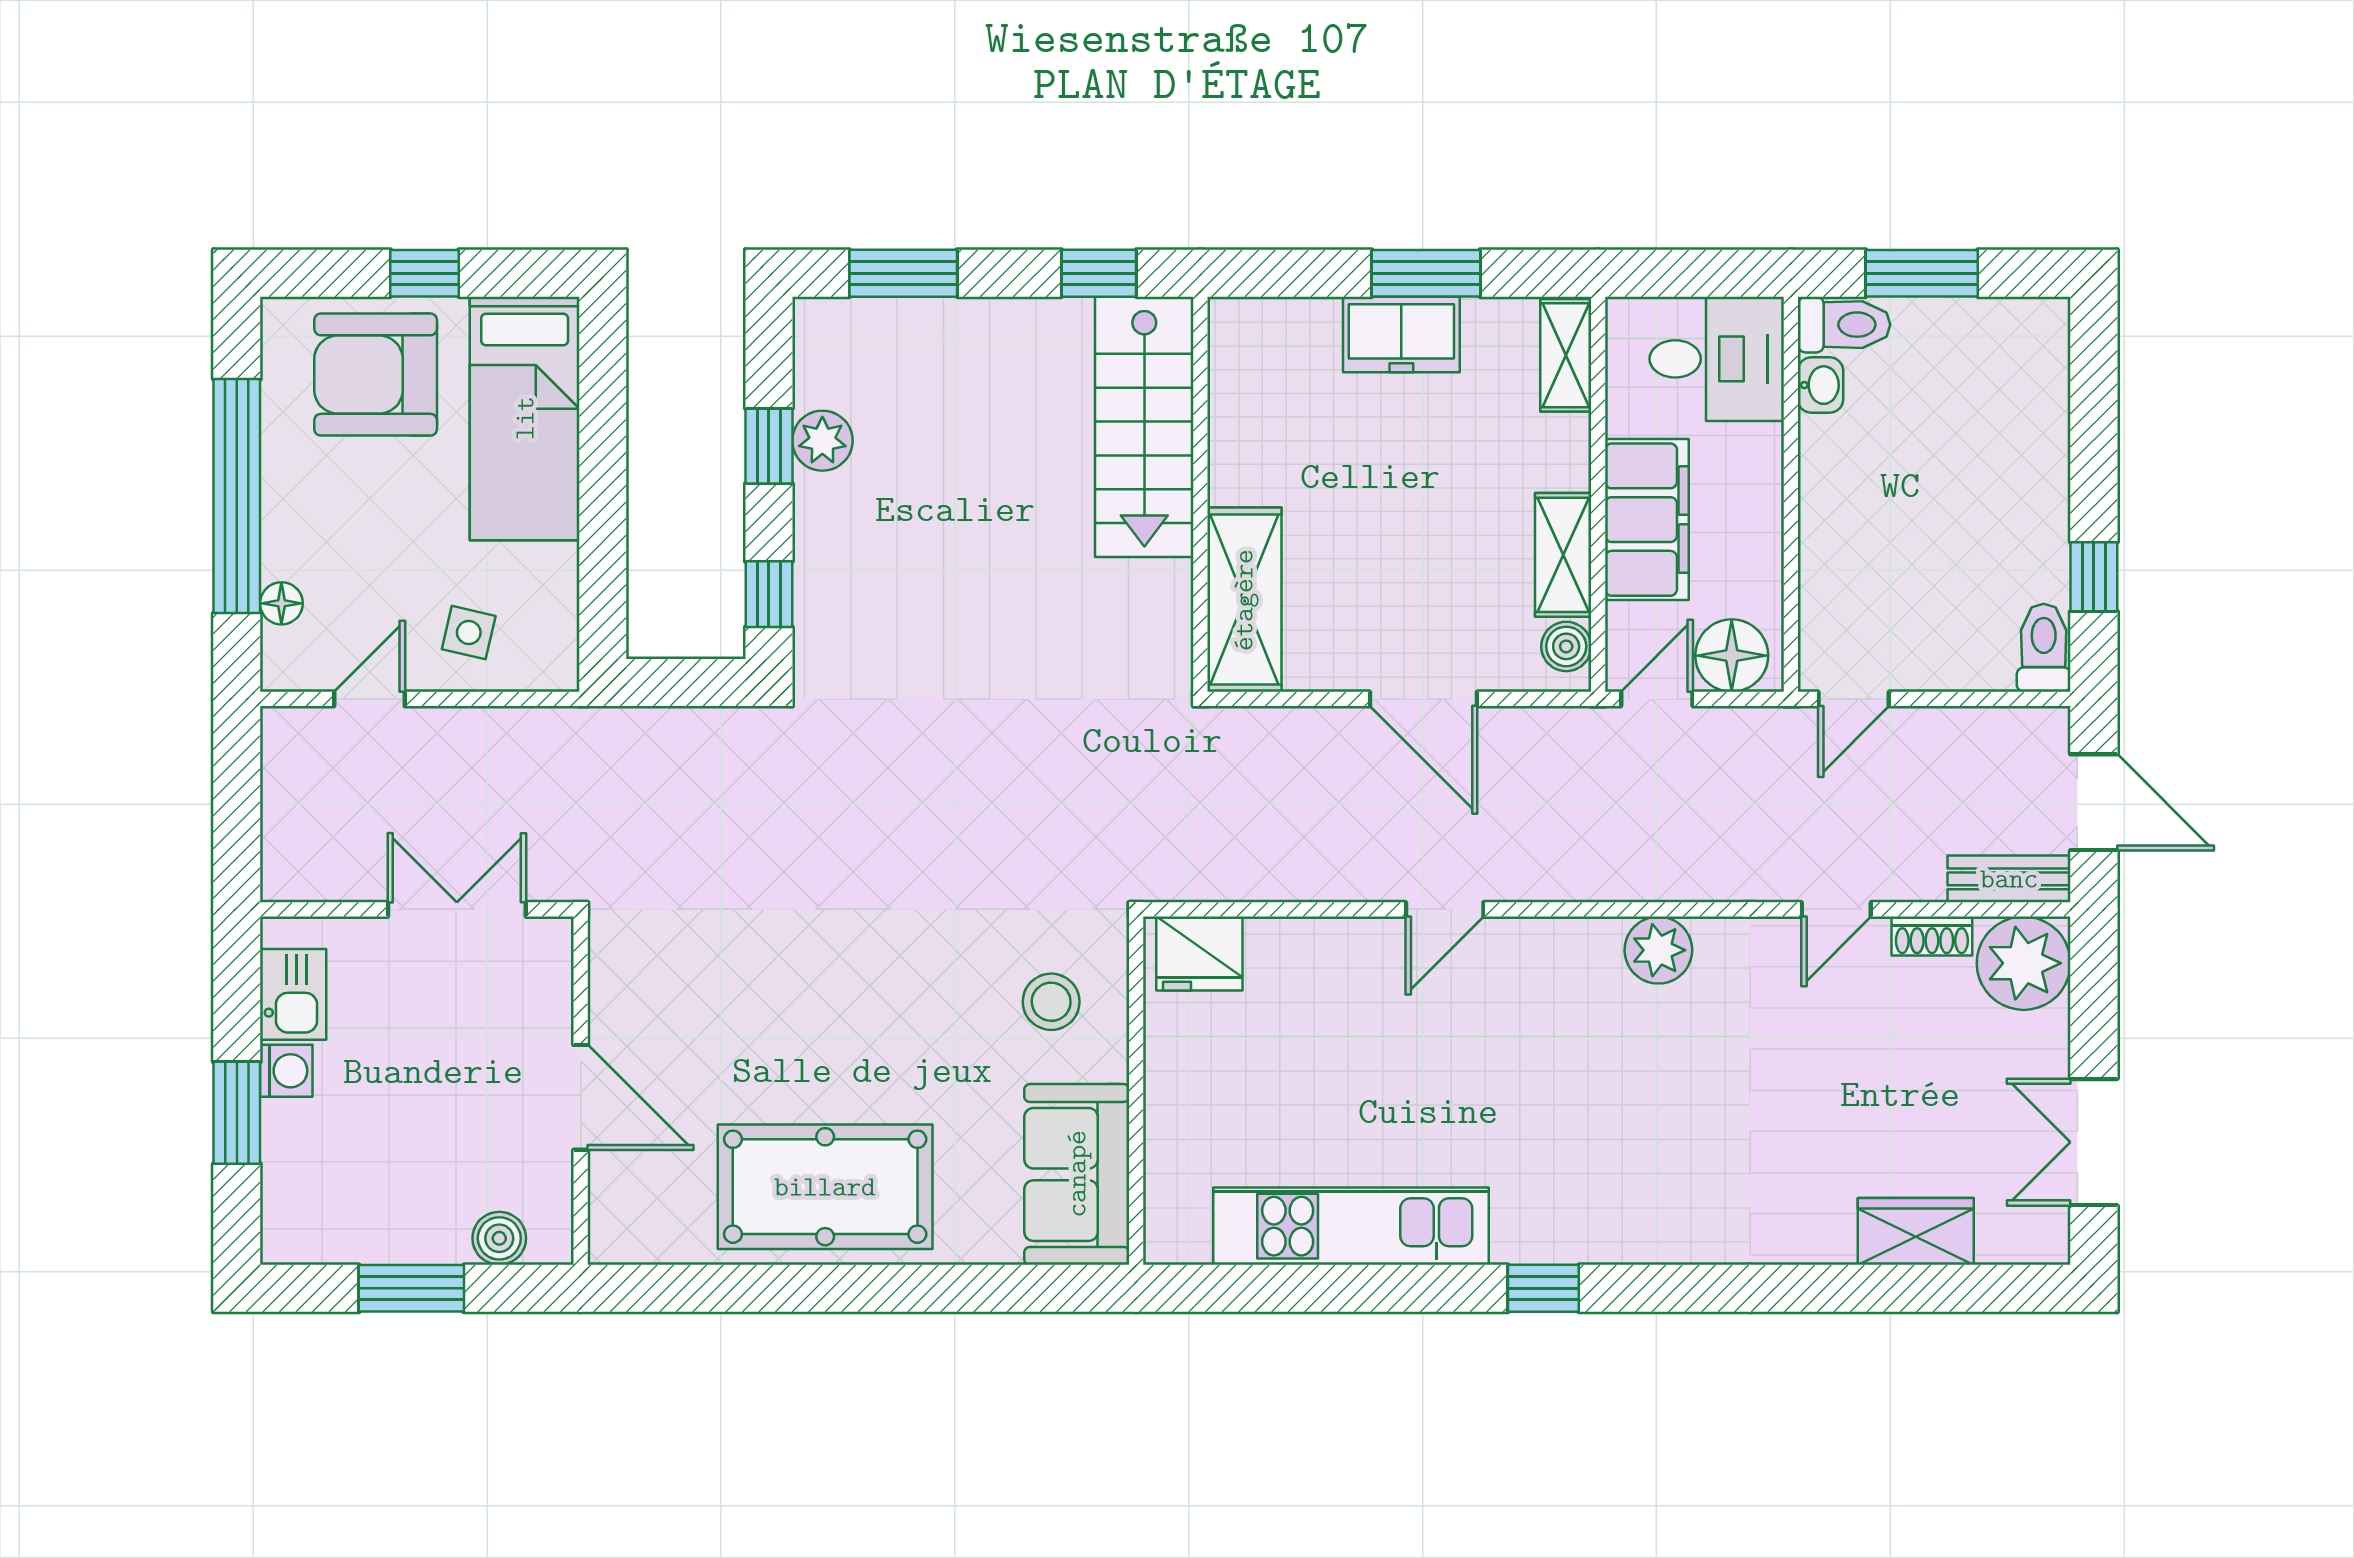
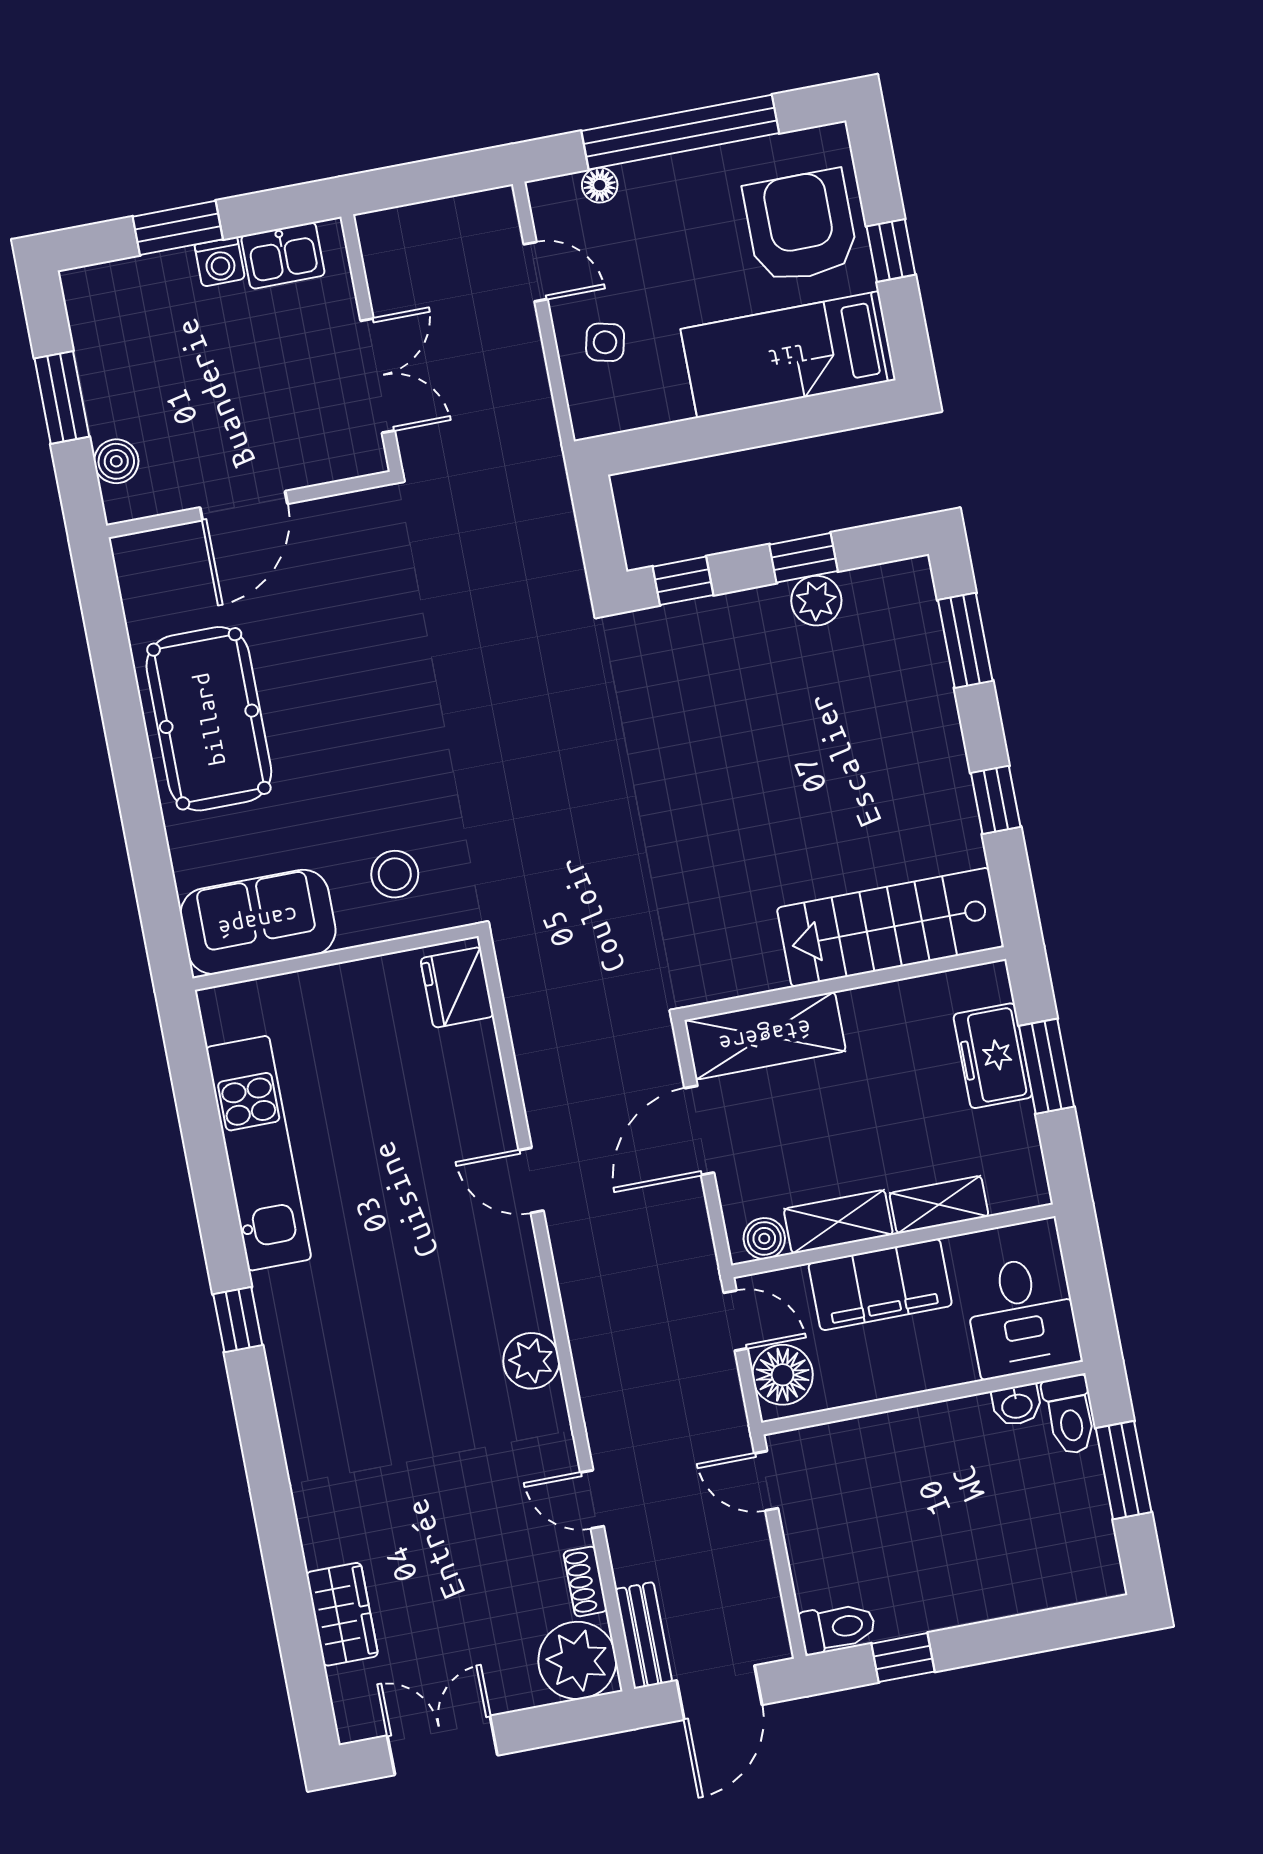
shelving: (1566, 355) -> (939, 1205), moved
stairs: (1144, 427) -> (890, 927), moved
wall: (1200, 494) -> (844, 984), moved
shelving: (1244, 600) -> (765, 1036), moved

